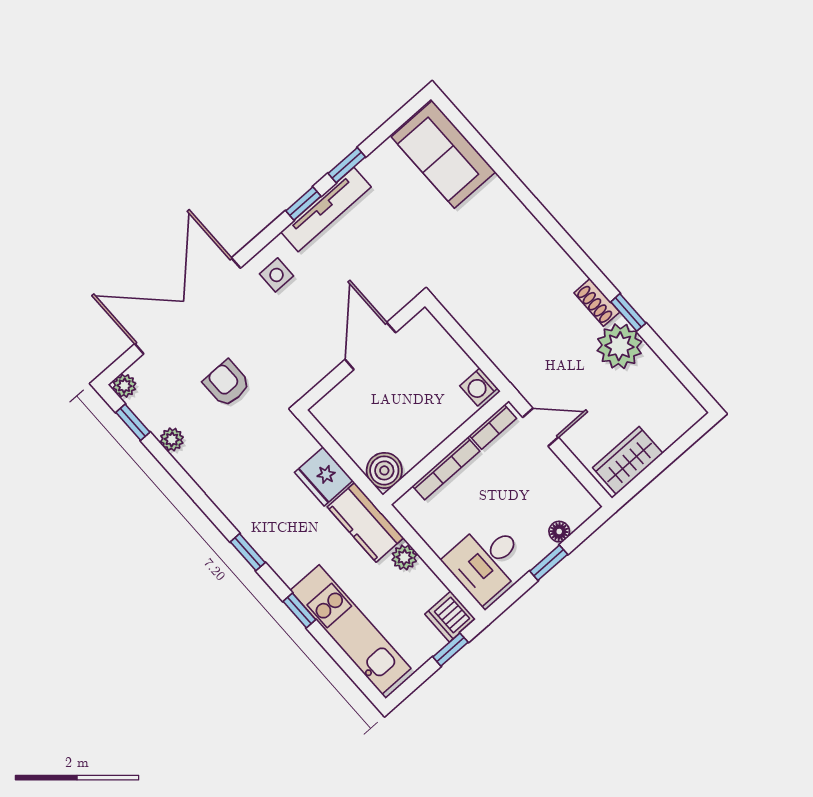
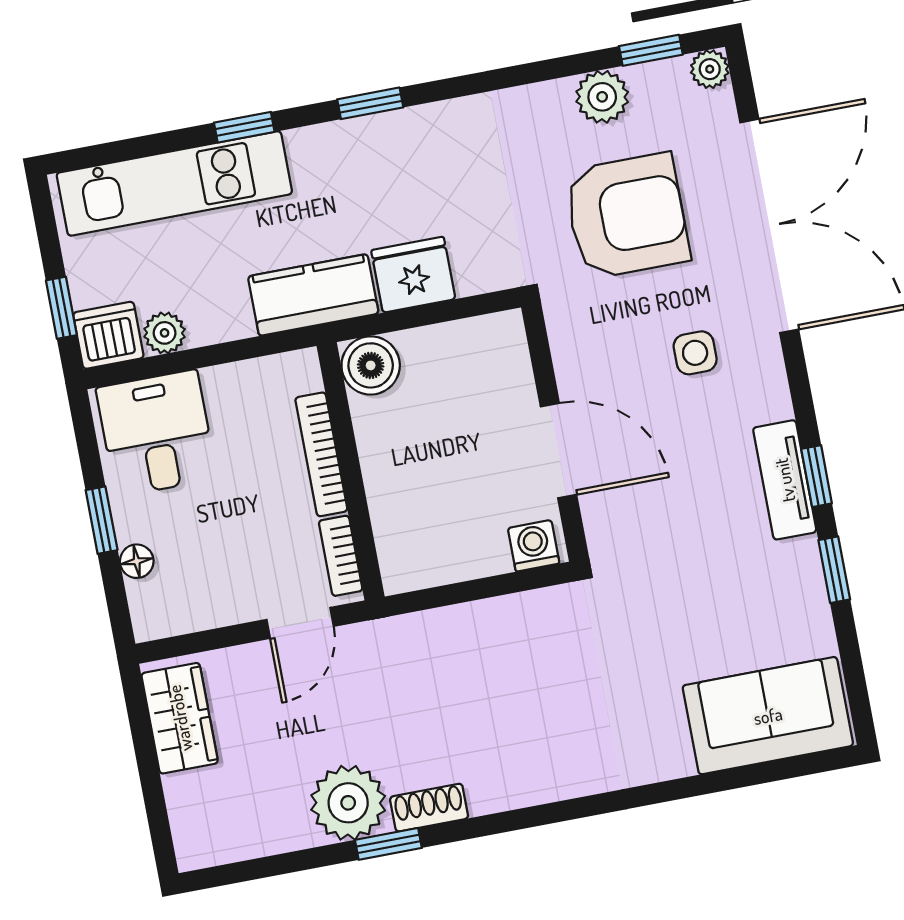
tv unit: (326, 209) -> (785, 480), width x0.71
side table: (277, 275) -> (695, 353), moved
armchair: (227, 383) -> (627, 216), width x1.88, depth x1.88
washing machine: (479, 387) -> (534, 546), moved
plant: (172, 439) -> (602, 97), width x1.38, depth x1.38
plant: (404, 557) -> (165, 333), moved

